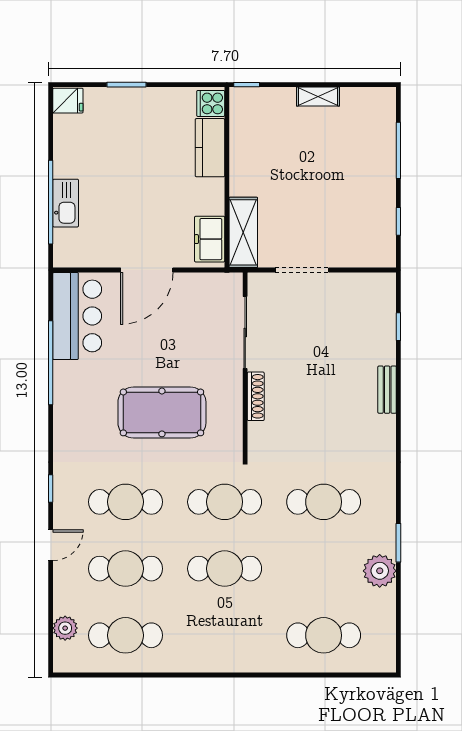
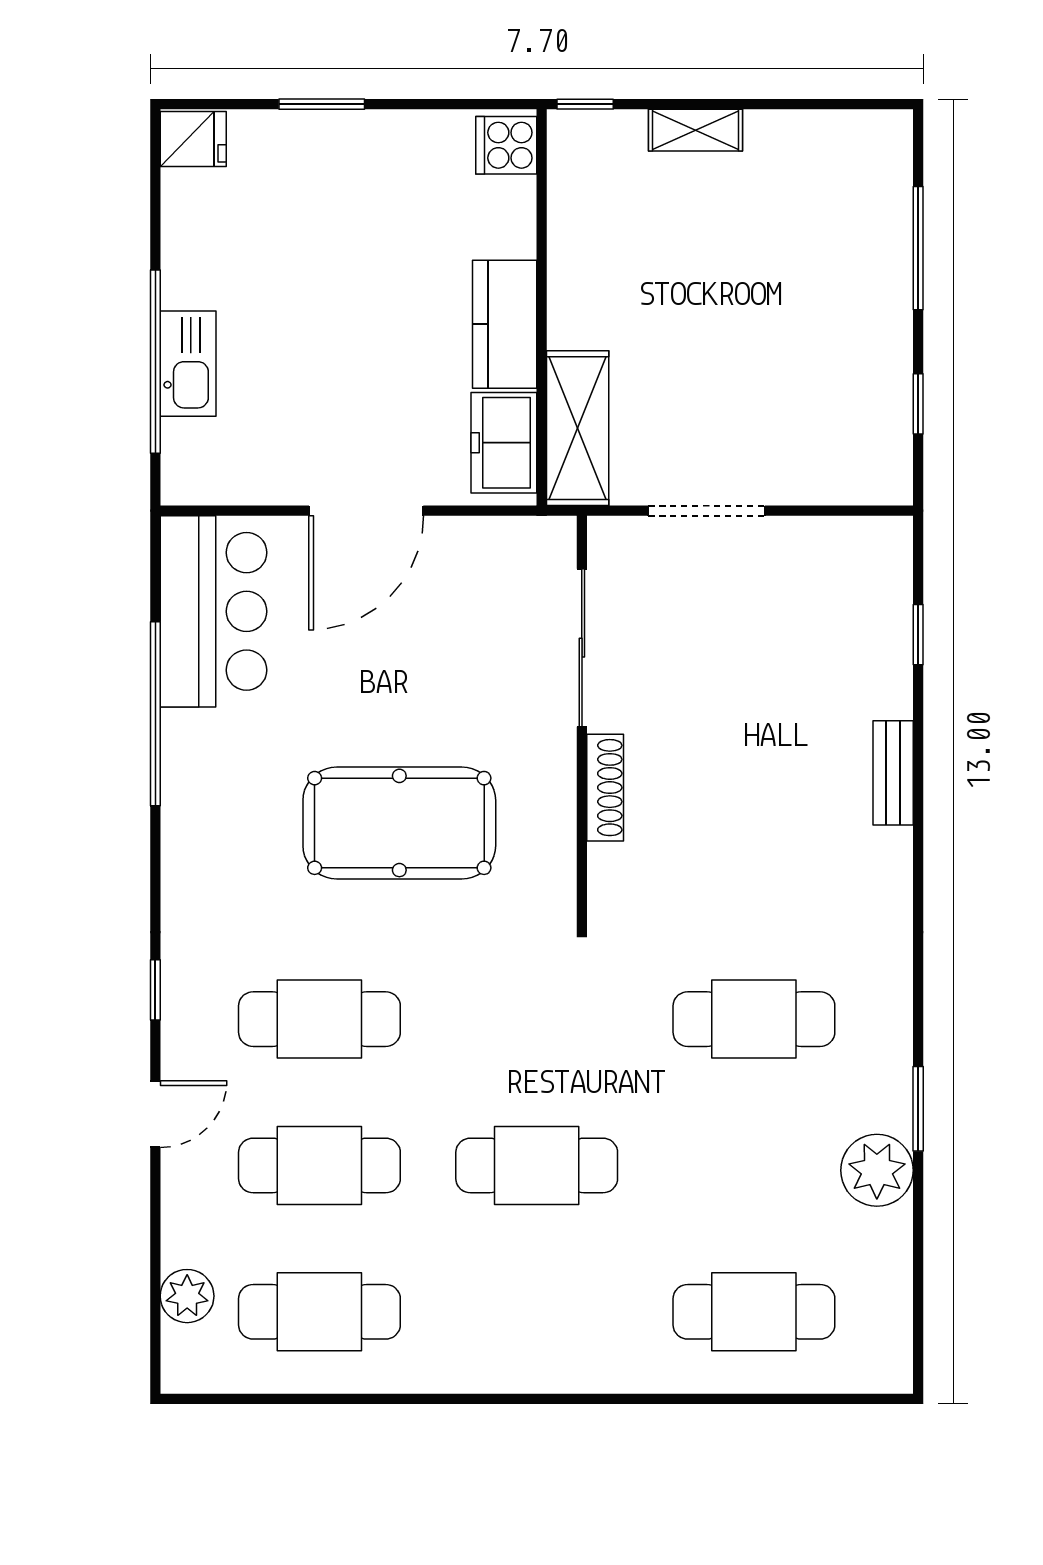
shelving: (318, 97) -> (695, 130), moved
kitchen counter: (210, 148) -> (505, 324), moved
cafe table: (225, 502) -> (537, 1019), removed

